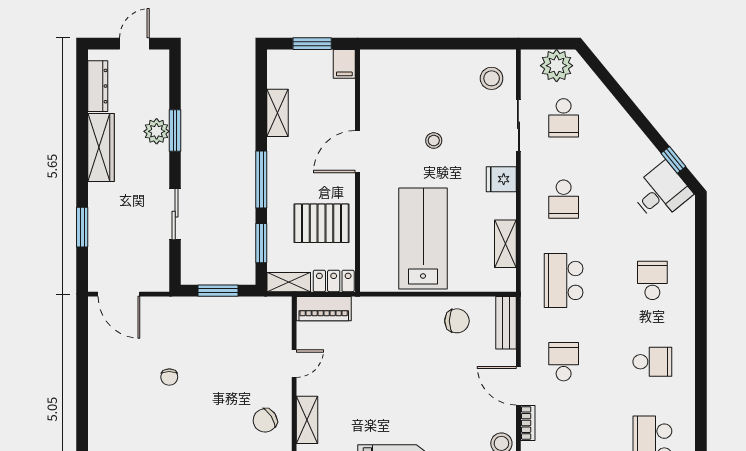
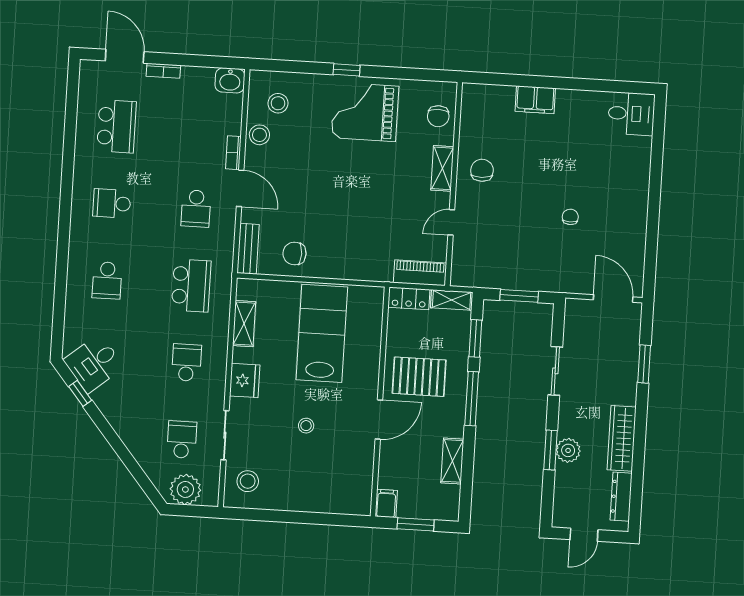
fridge: (501, 179) -> (245, 380), width x1.38
pallet: (322, 223) -> (419, 377), moved
lab bench: (423, 239) -> (322, 333), turned 180
chair: (265, 420) -> (482, 170), turned -58

